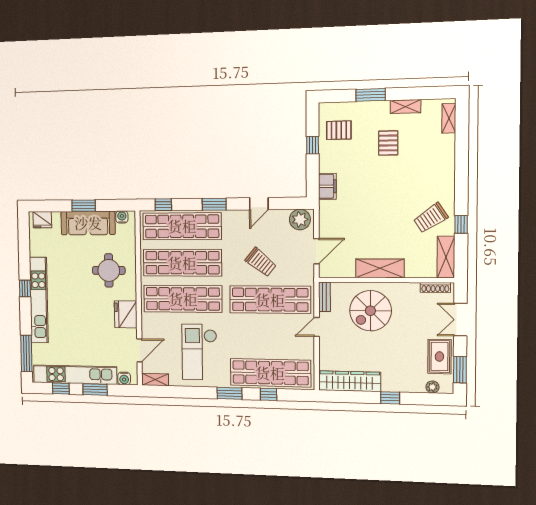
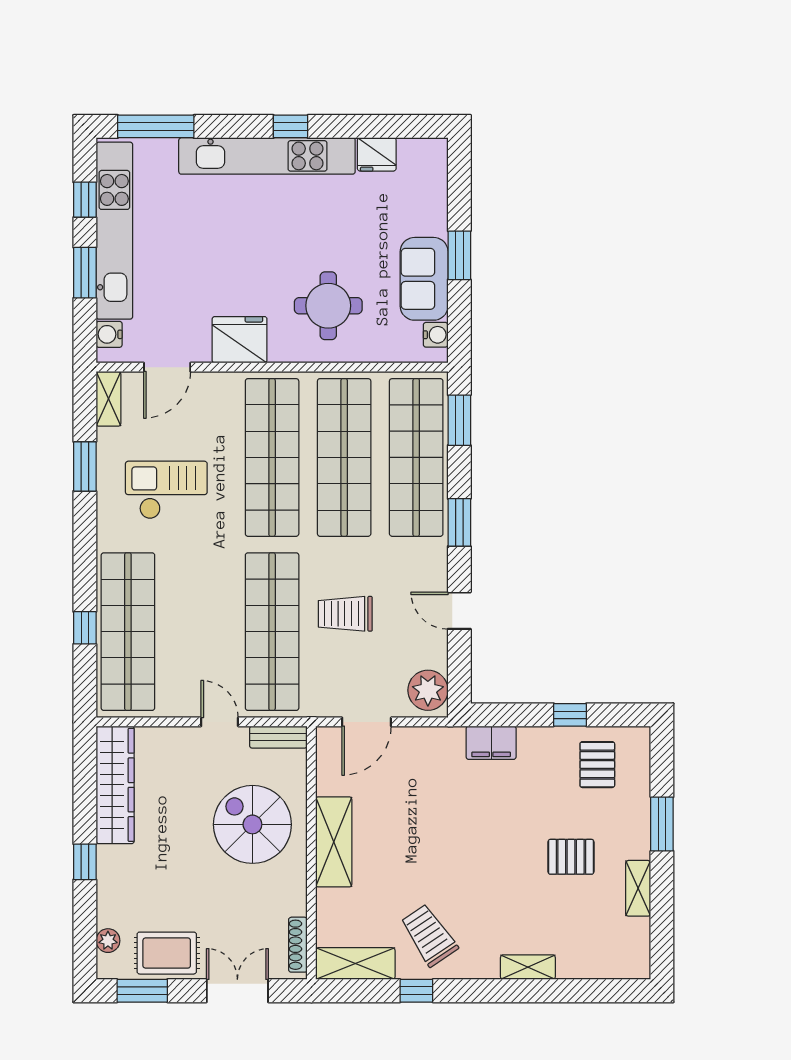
shelving: (449, 118) -> (528, 967), moved
window: (163, 205) -> (459, 420), width x1.50
fridge: (42, 220) -> (377, 154), moved, turned -90
sofa: (88, 223) -> (424, 279), width x0.73
door: (316, 251) -> (367, 722), hinge flipped
trolley: (261, 262) -> (345, 614), turned 51
door: (139, 350) -> (167, 367), hinge flipped
checkout: (199, 352) -> (166, 490), width x0.73, depth x0.83
window: (229, 393) -> (85, 466), moved

